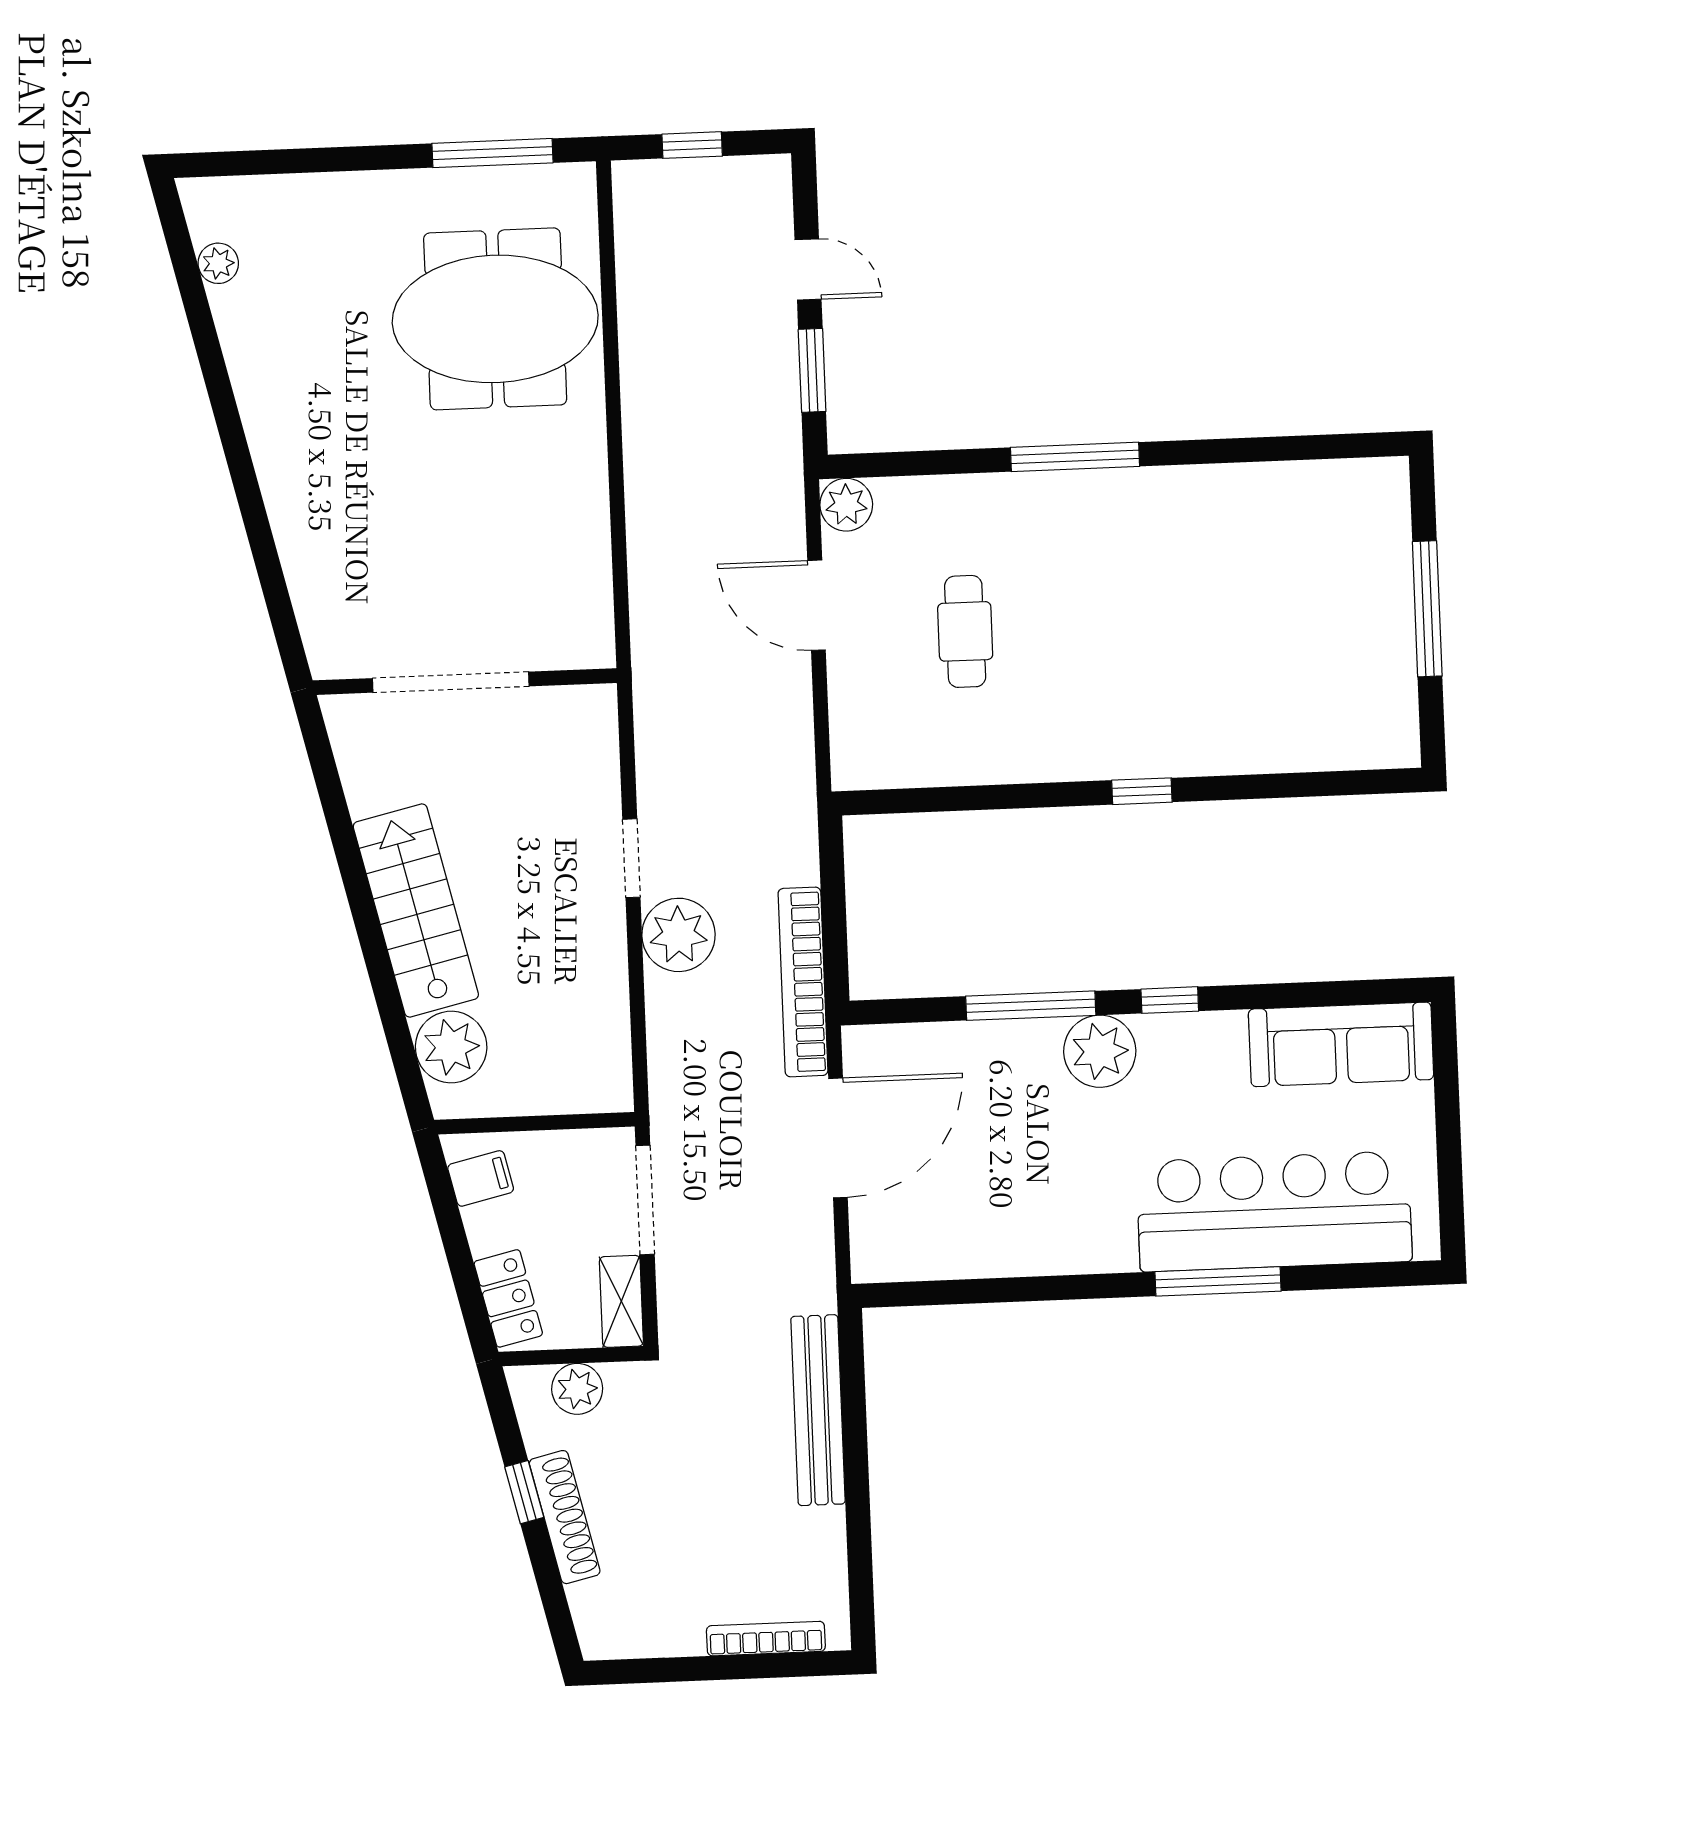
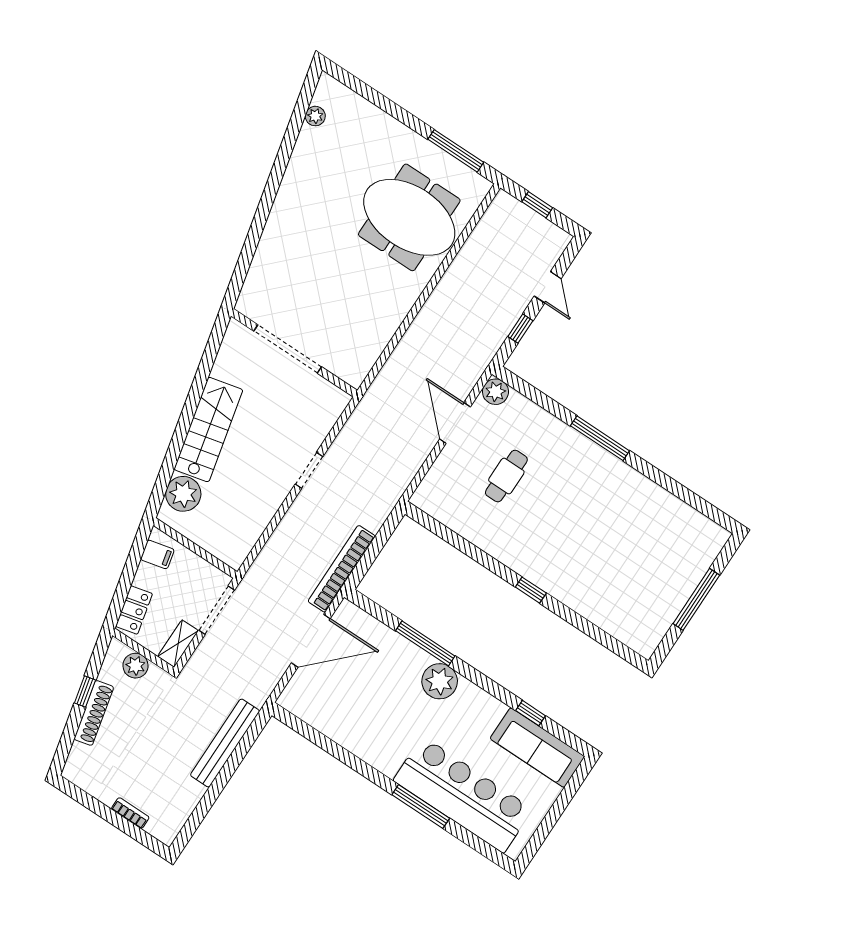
window: (812, 370) -> (520, 329), width x0.67
plant: (678, 935) -> (306, 514), removed
window: (1170, 1000) -> (531, 713), moved
bookcase: (766, 1639) -> (130, 813), width x0.64

